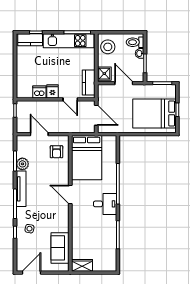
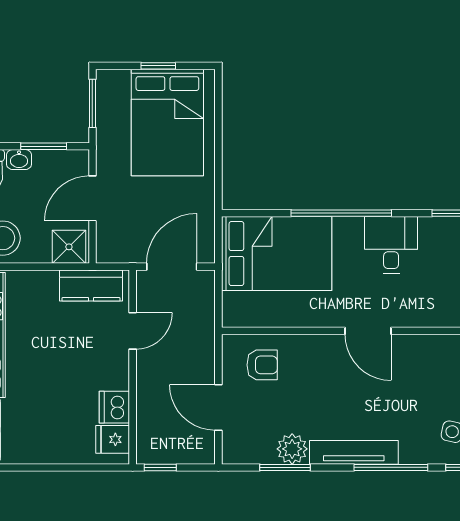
fridge: (52, 91) -> (113, 439), moved
door: (39, 134) -> (218, 407), hinge flipped
bed: (87, 158) -> (277, 254), moved
door: (70, 195) -> (368, 331), hinge flipped

